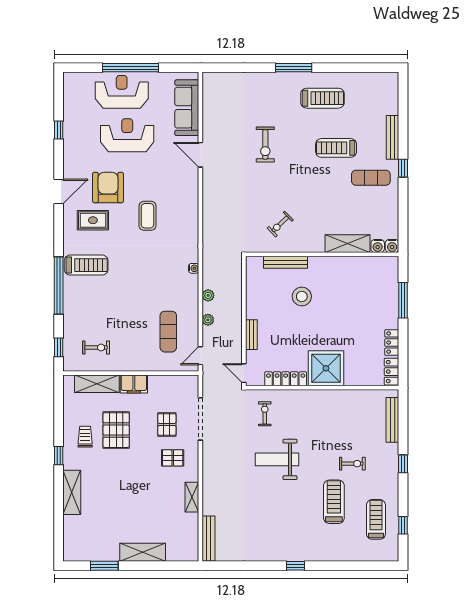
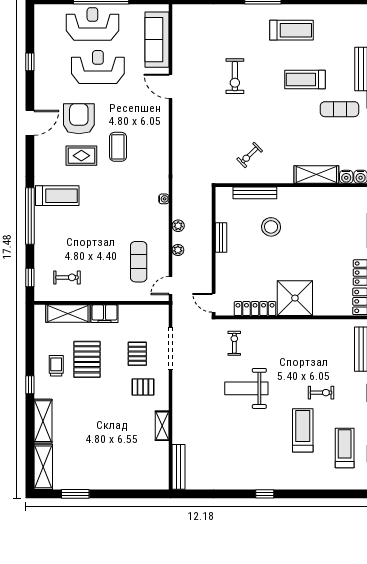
rug: (93, 220) -> (81, 156), moved
bench: (251, 335) -> (221, 237), moved
shelving: (143, 552) -> (43, 467), moved, turned 90

